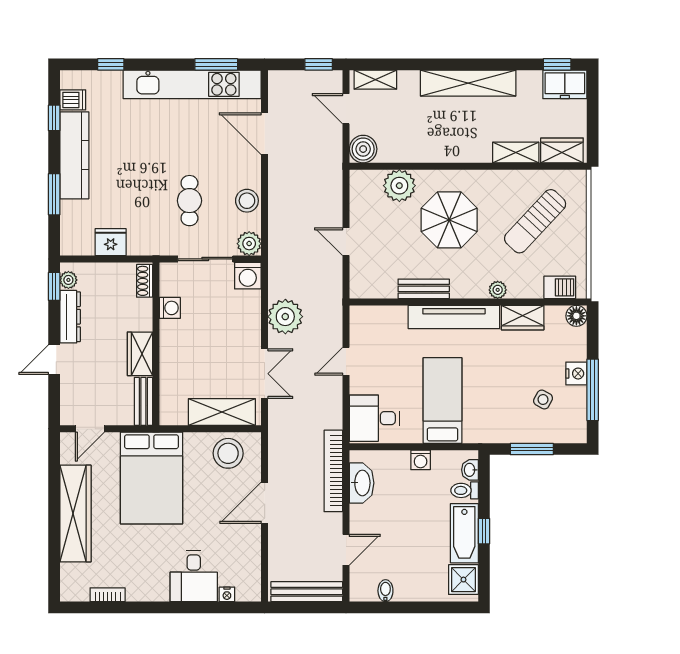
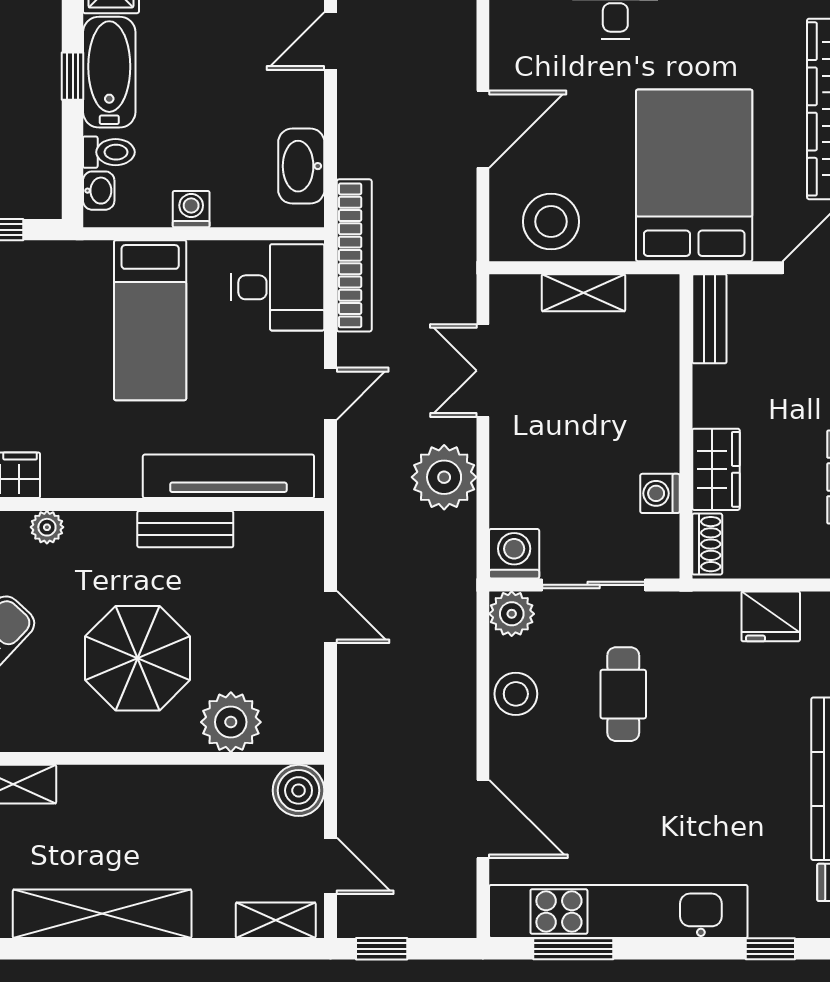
tv unit: (454, 317) -> (228, 476), moved
wardrobe: (140, 354) -> (716, 469), moved
shelving: (222, 412) -> (583, 293), width x0.67, depth x0.75
bookcase: (333, 471) -> (354, 255), moved

